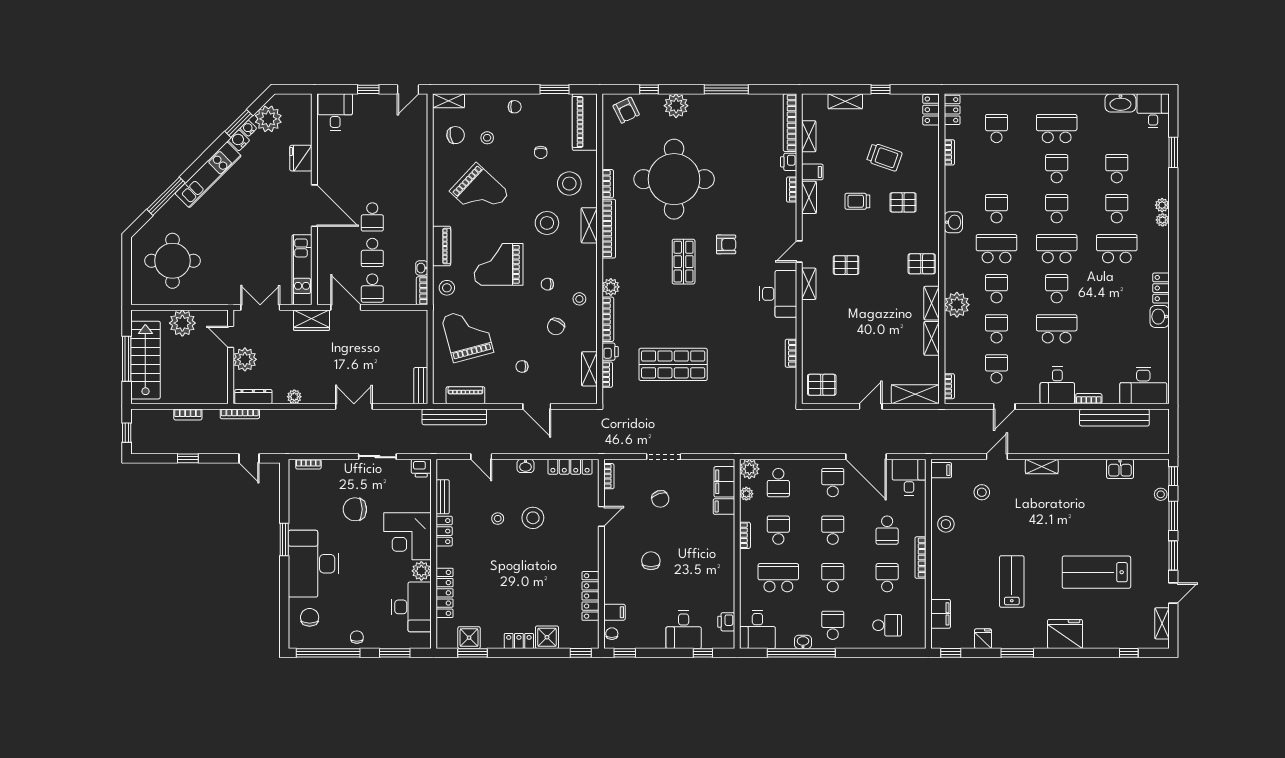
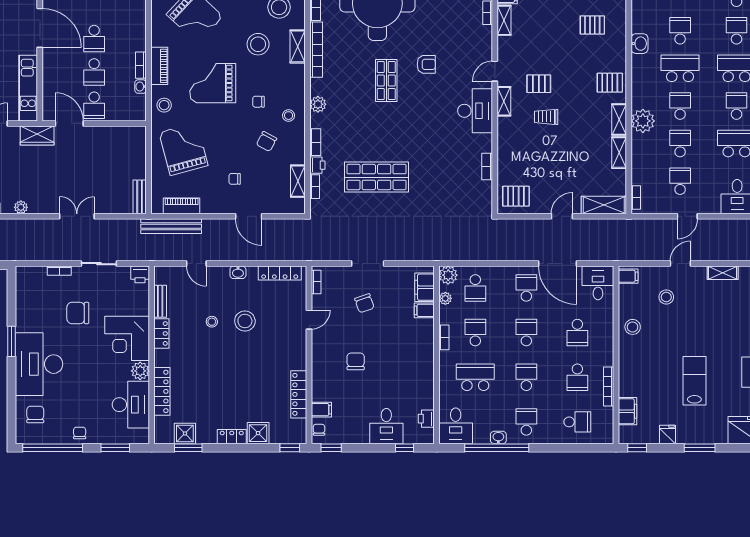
trolley: (857, 201) -> (546, 117), moved
bookcase: (422, 291) -> (141, 65), moved
bookcase: (608, 319) -> (315, 142), width x0.64
bookcase: (308, 464) -> (59, 271), moved
bookcase: (920, 558) -> (609, 387), moved
school desk: (887, 578) -> (577, 377), turned 180

